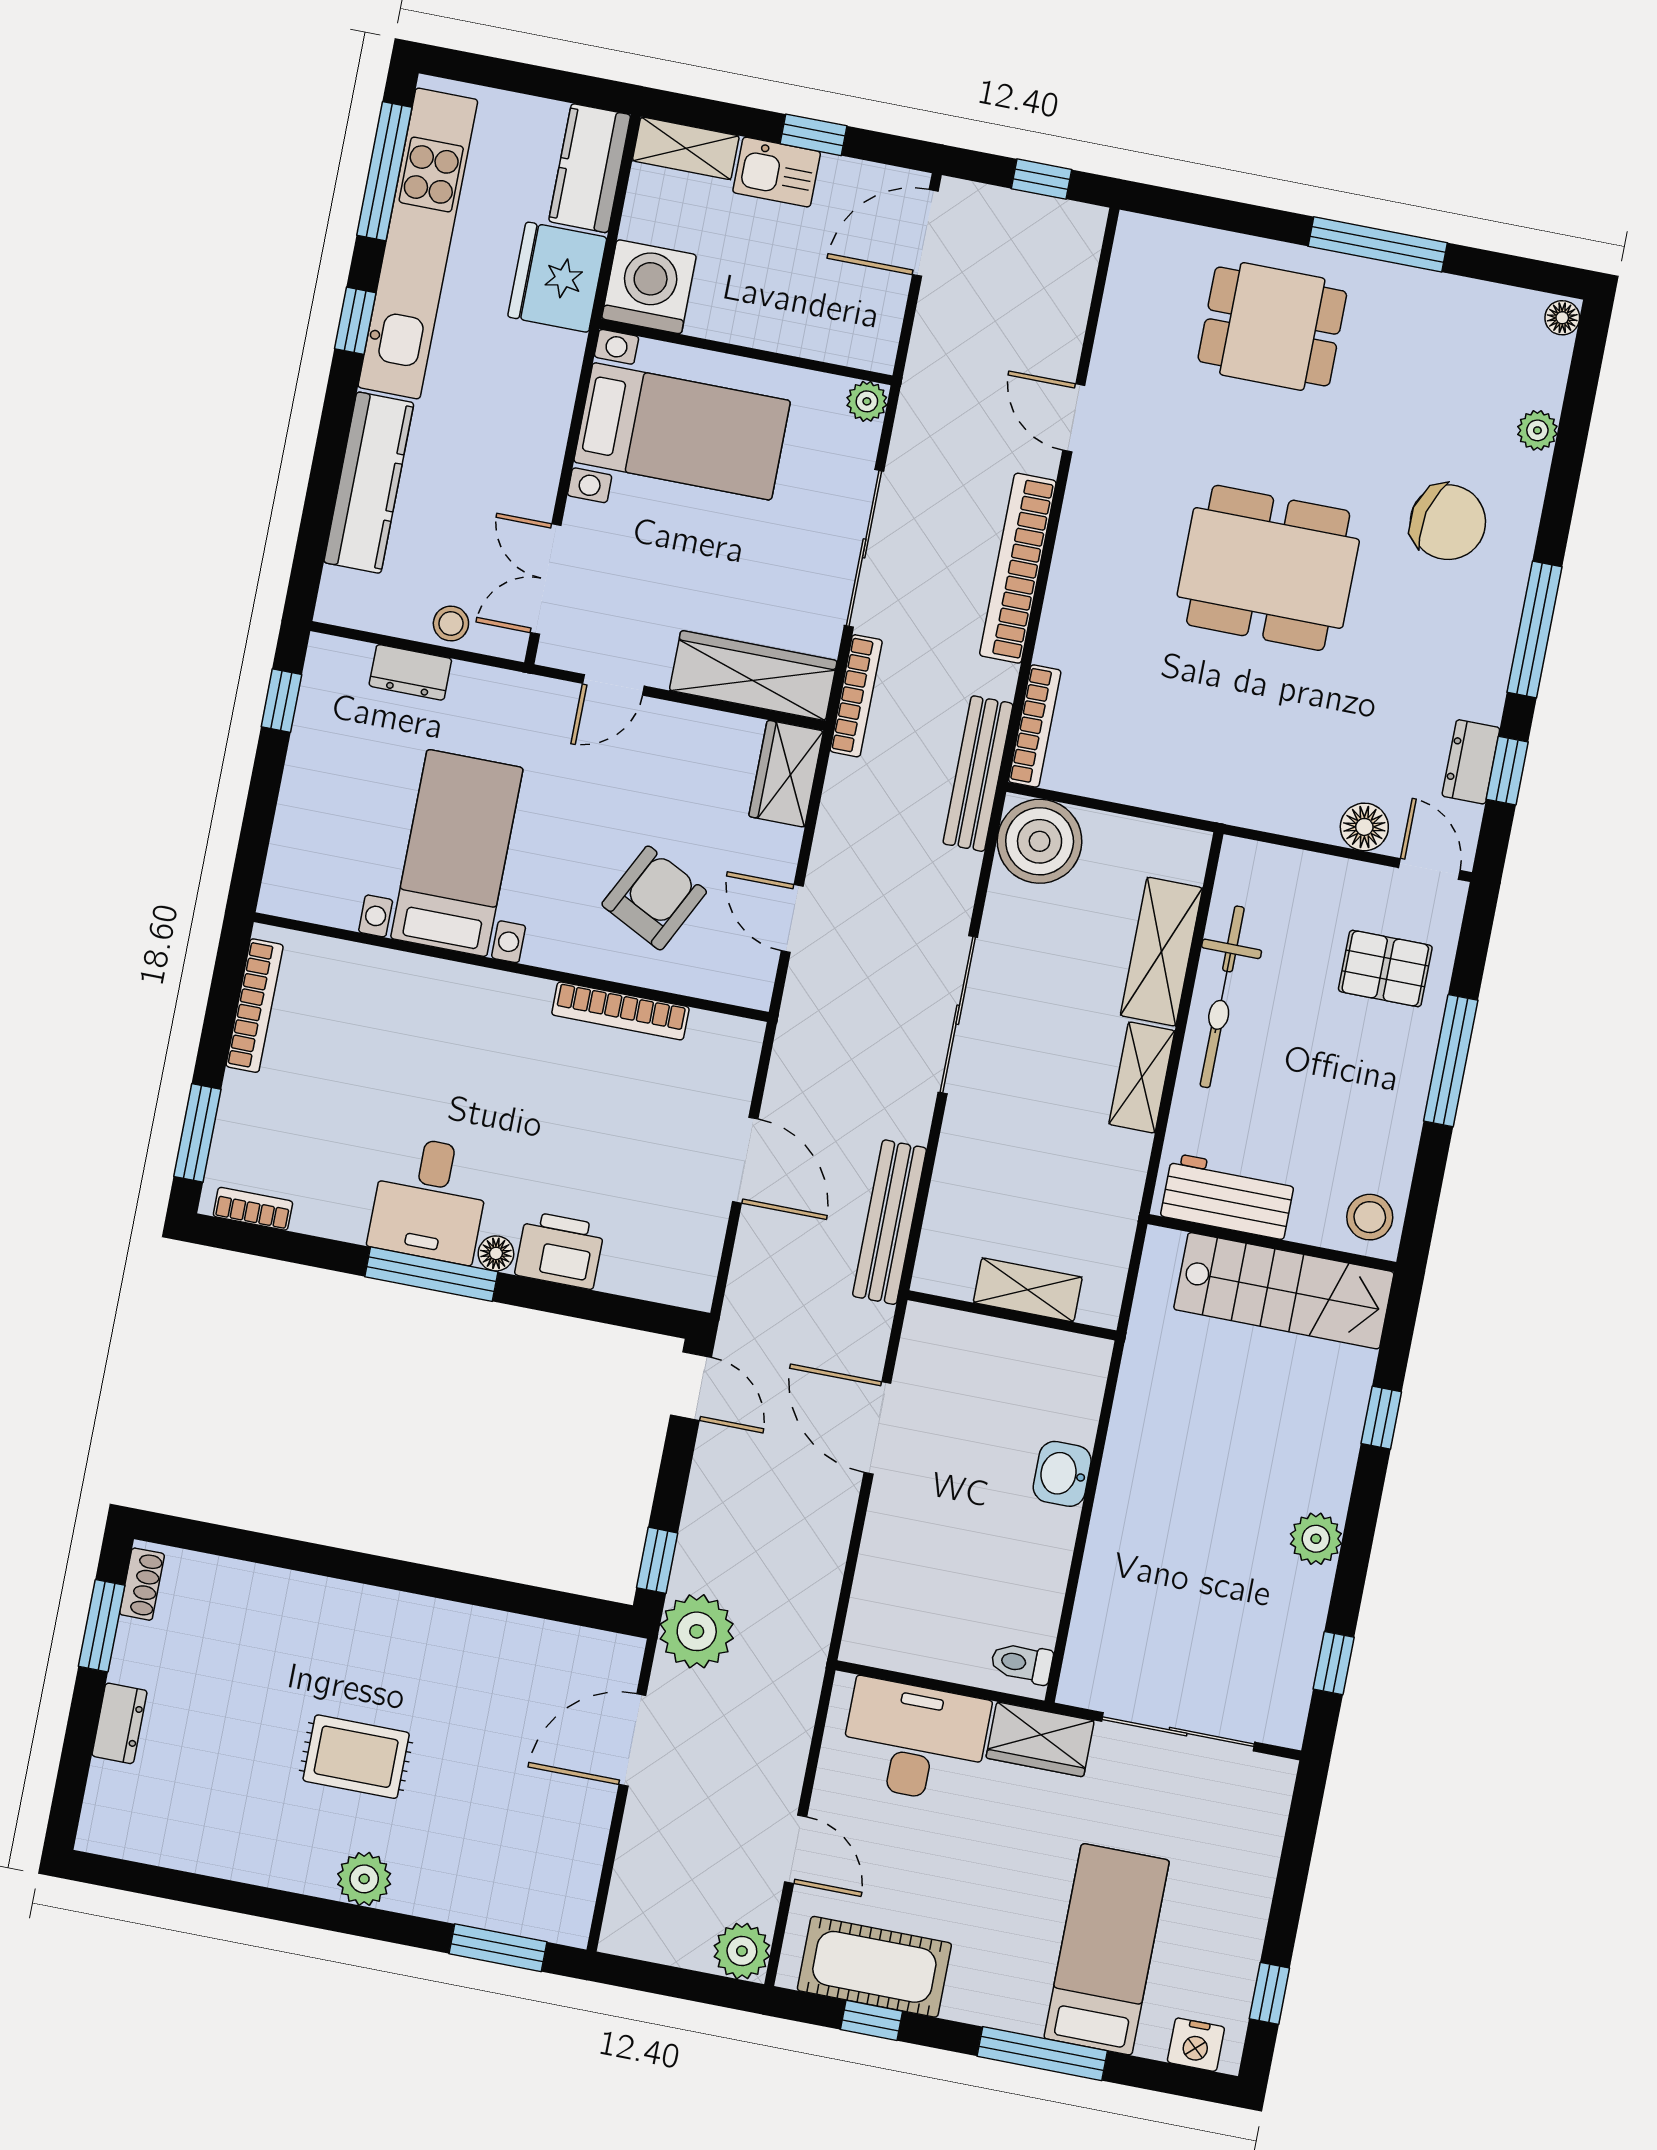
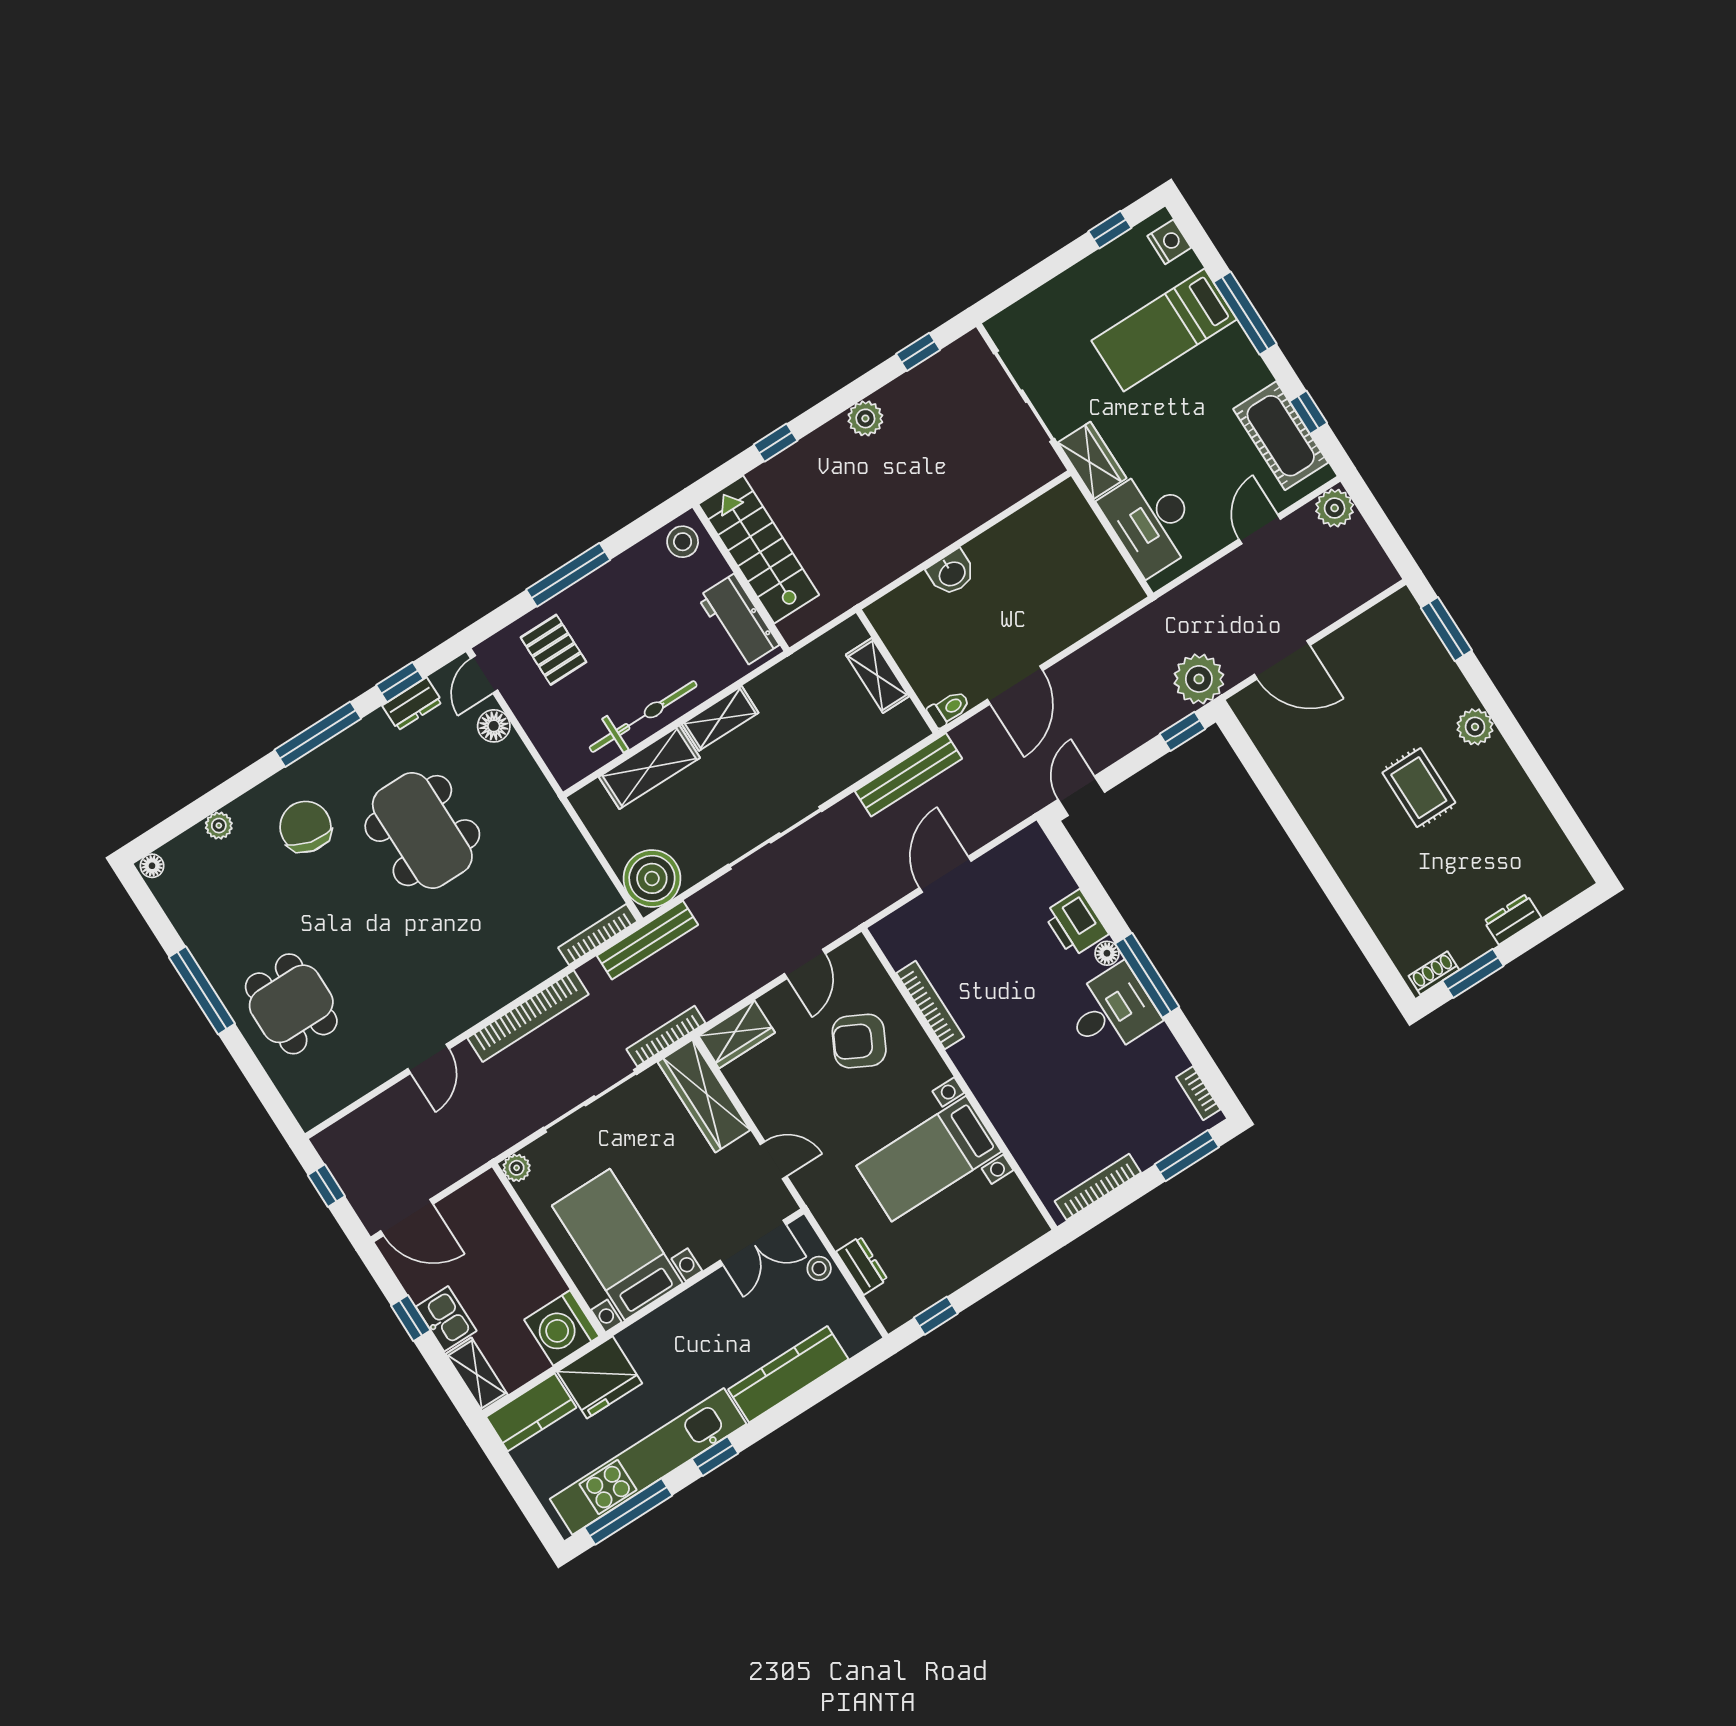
dining table: (1268, 568) -> (422, 831), moved
toilet: (1022, 1663) -> (949, 709), moved, turned -90

